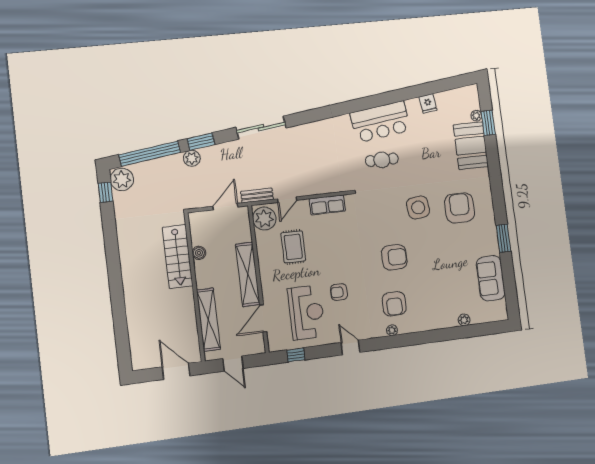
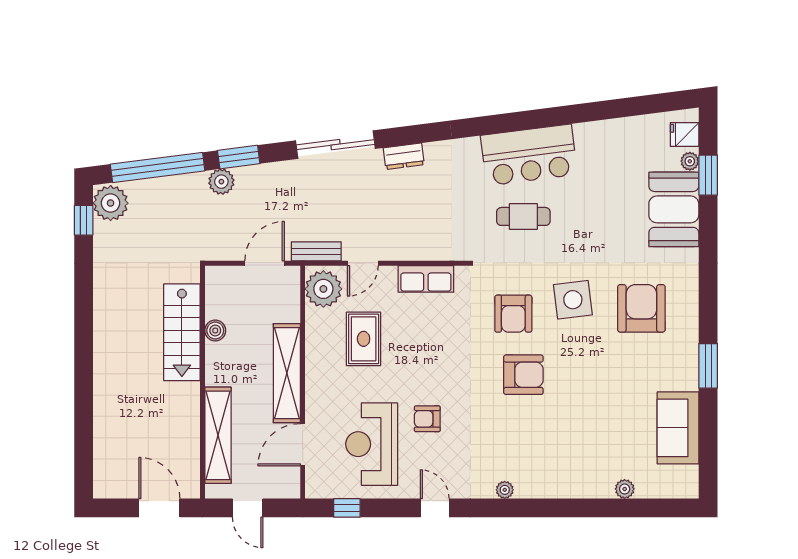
fridge: (428, 103) -> (685, 135), moved, turned 97
dresser: (304, 130) -> (404, 156), added
armchair: (394, 304) -> (513, 314), moved
reception desk: (306, 312) -> (372, 444), turned 180

